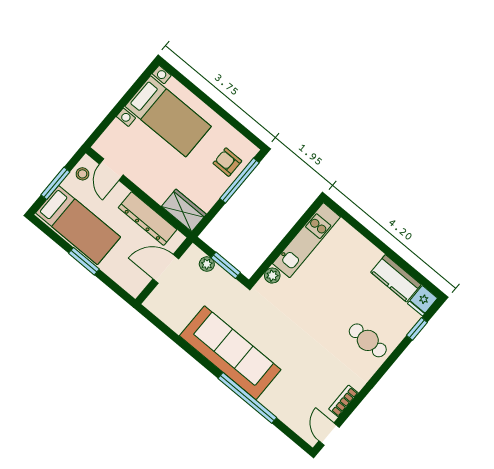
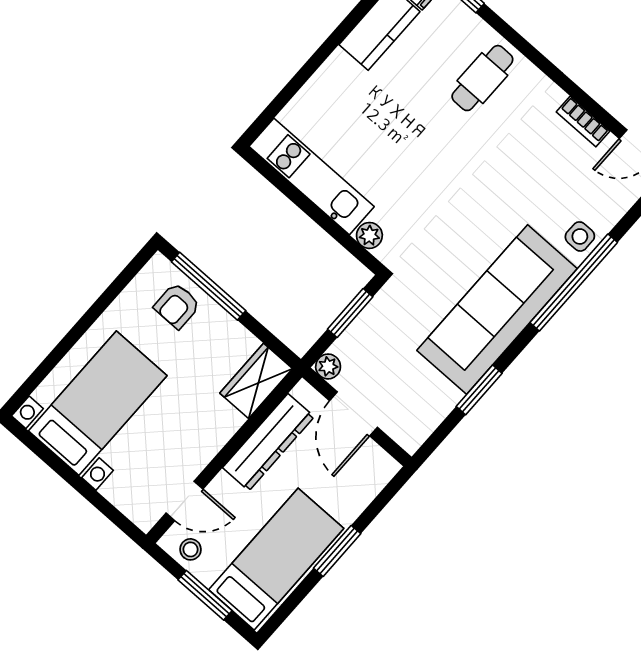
plant: (207, 264) -> (328, 366), moved
window: (182, 343) -> (479, 390), added
side table: (275, 401) -> (580, 236), added

